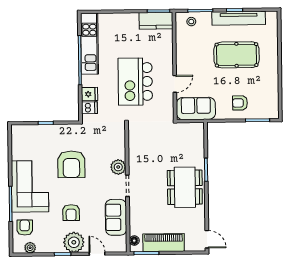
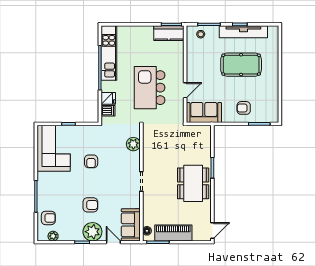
armchair: (71, 164) -> (91, 161), width x0.53, depth x0.53
plant: (118, 167) -> (133, 144), moved
corner sofa: (30, 186) -> (54, 148), moved
armchair: (71, 213) -> (90, 205), turned -90
sofa: (116, 217) -> (131, 225), moved
armchair: (25, 228) -> (48, 218), turned 89
door: (207, 239) -> (212, 230), hinge flipped

